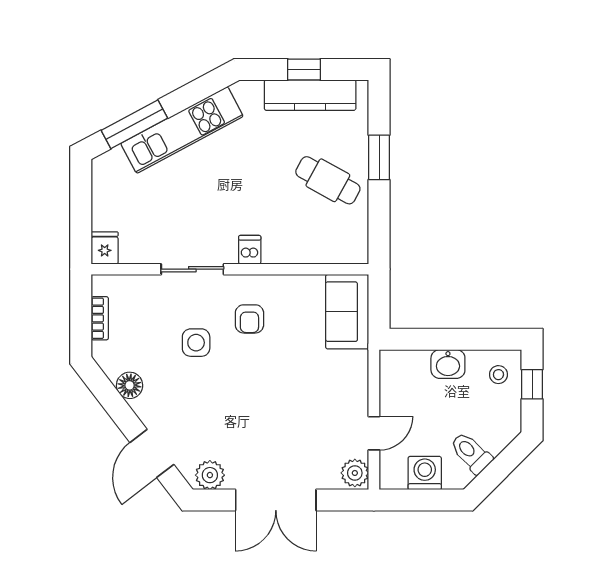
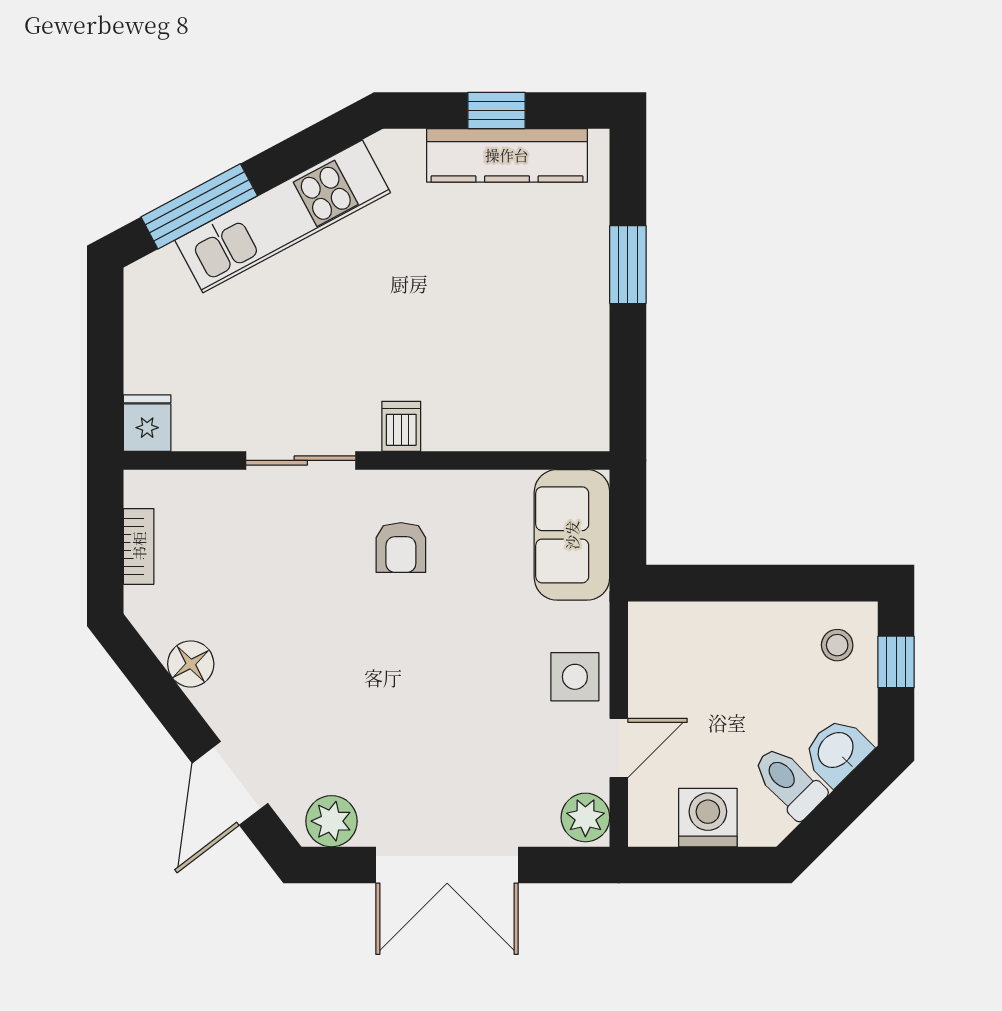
cafe table: (328, 180) -> (538, 305), removed
side table: (196, 343) -> (575, 677), moved
washbasin: (448, 364) -> (837, 751), moved, turned 135

